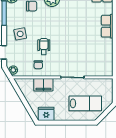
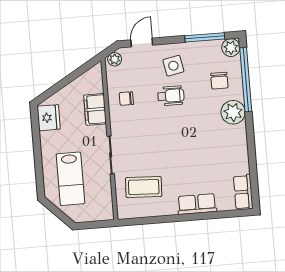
wheelchair: (44, 46) -> (171, 96), moved
coffee table: (94, 58) -> (144, 187), added

